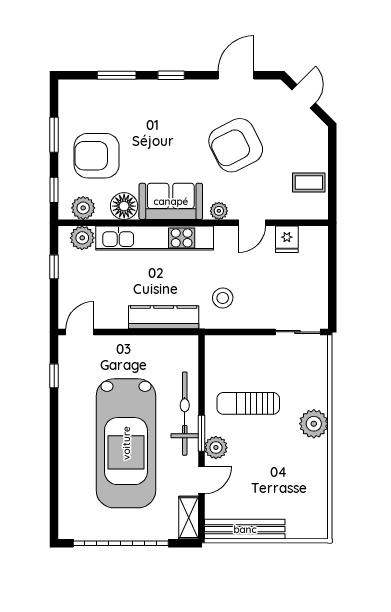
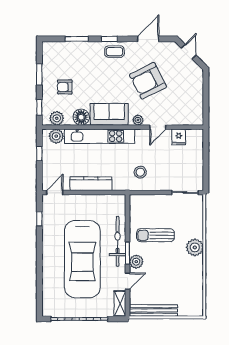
armchair: (97, 156) -> (65, 87), width x0.53, depth x0.53
coffee table: (309, 182) -> (114, 52), moved
kitchen counter: (164, 317) -> (91, 184), moved

